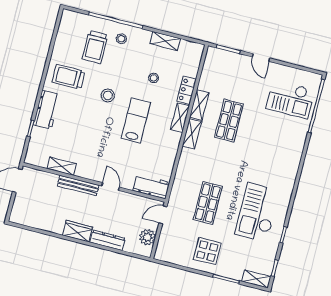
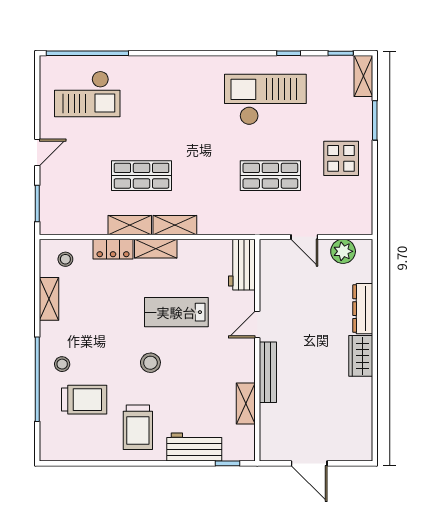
stool: (154, 78) -> (65, 259), moved
checkout: (290, 99) -> (87, 94), turned 90
shelving: (62, 166) -> (246, 404), moved
wall: (94, 182) -> (257, 350), moved
bench: (78, 186) -> (268, 372), moved
door: (110, 187) -> (257, 324), moved
workbench: (151, 187) -> (242, 265), moved
checkout: (257, 212) -> (265, 100), turned 180

